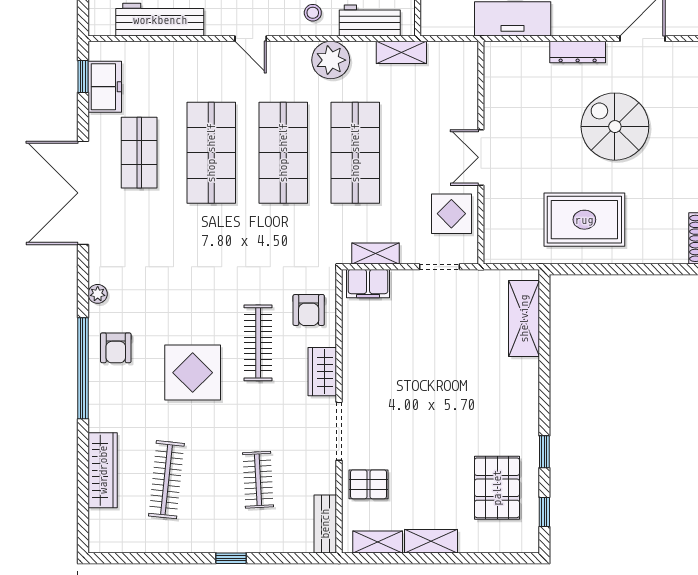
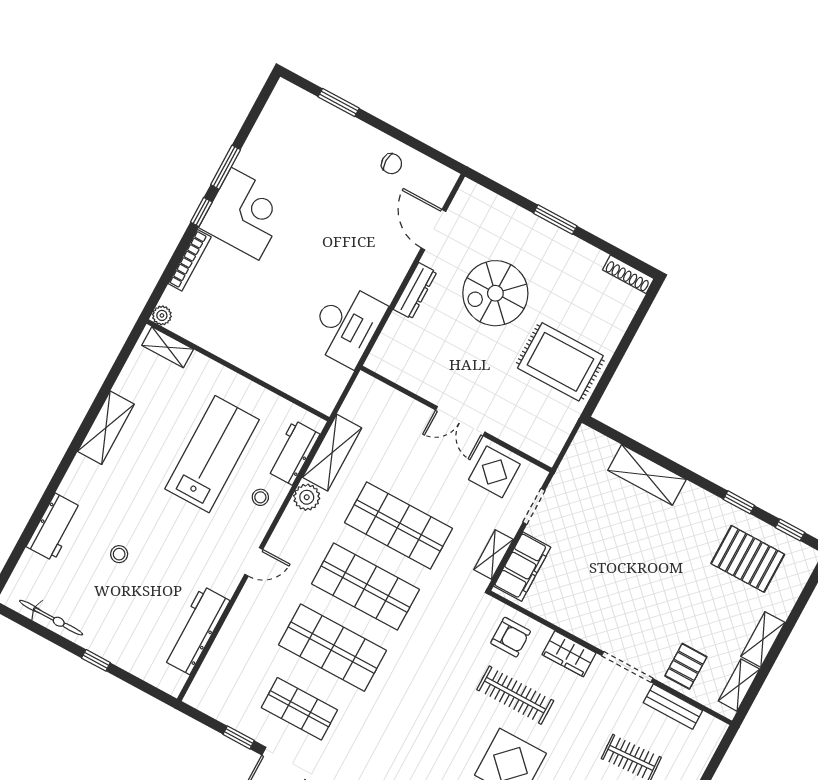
shelving: (401, 52) -> (332, 453), width x1.50, depth x1.33
plant: (331, 60) -> (307, 497), width x0.73, depth x0.73
window: (83, 76) -> (239, 737), moved
freezer: (105, 87) -> (228, 708), removed
rug: (584, 220) -> (560, 362), turned 90
filing cabinet: (368, 284) -> (522, 567), width x1.50, depth x1.17
shelving: (524, 319) -> (647, 475), moved
bench: (325, 524) -> (673, 707), moved

